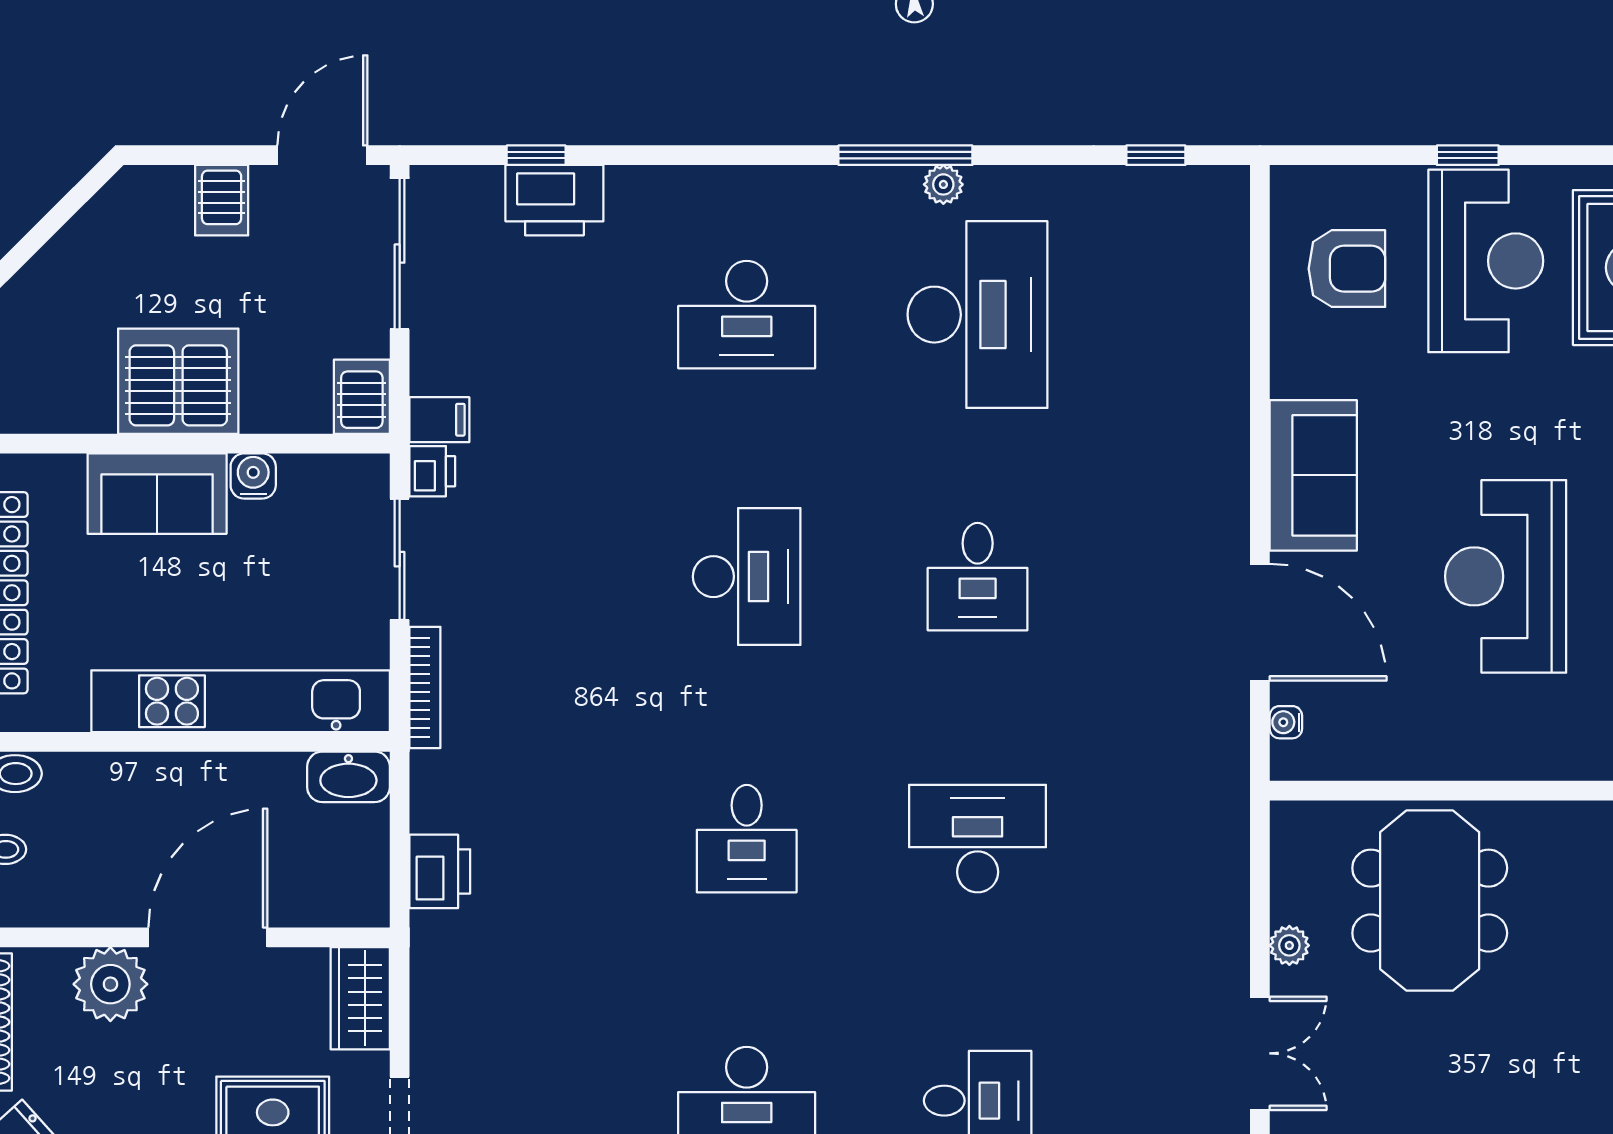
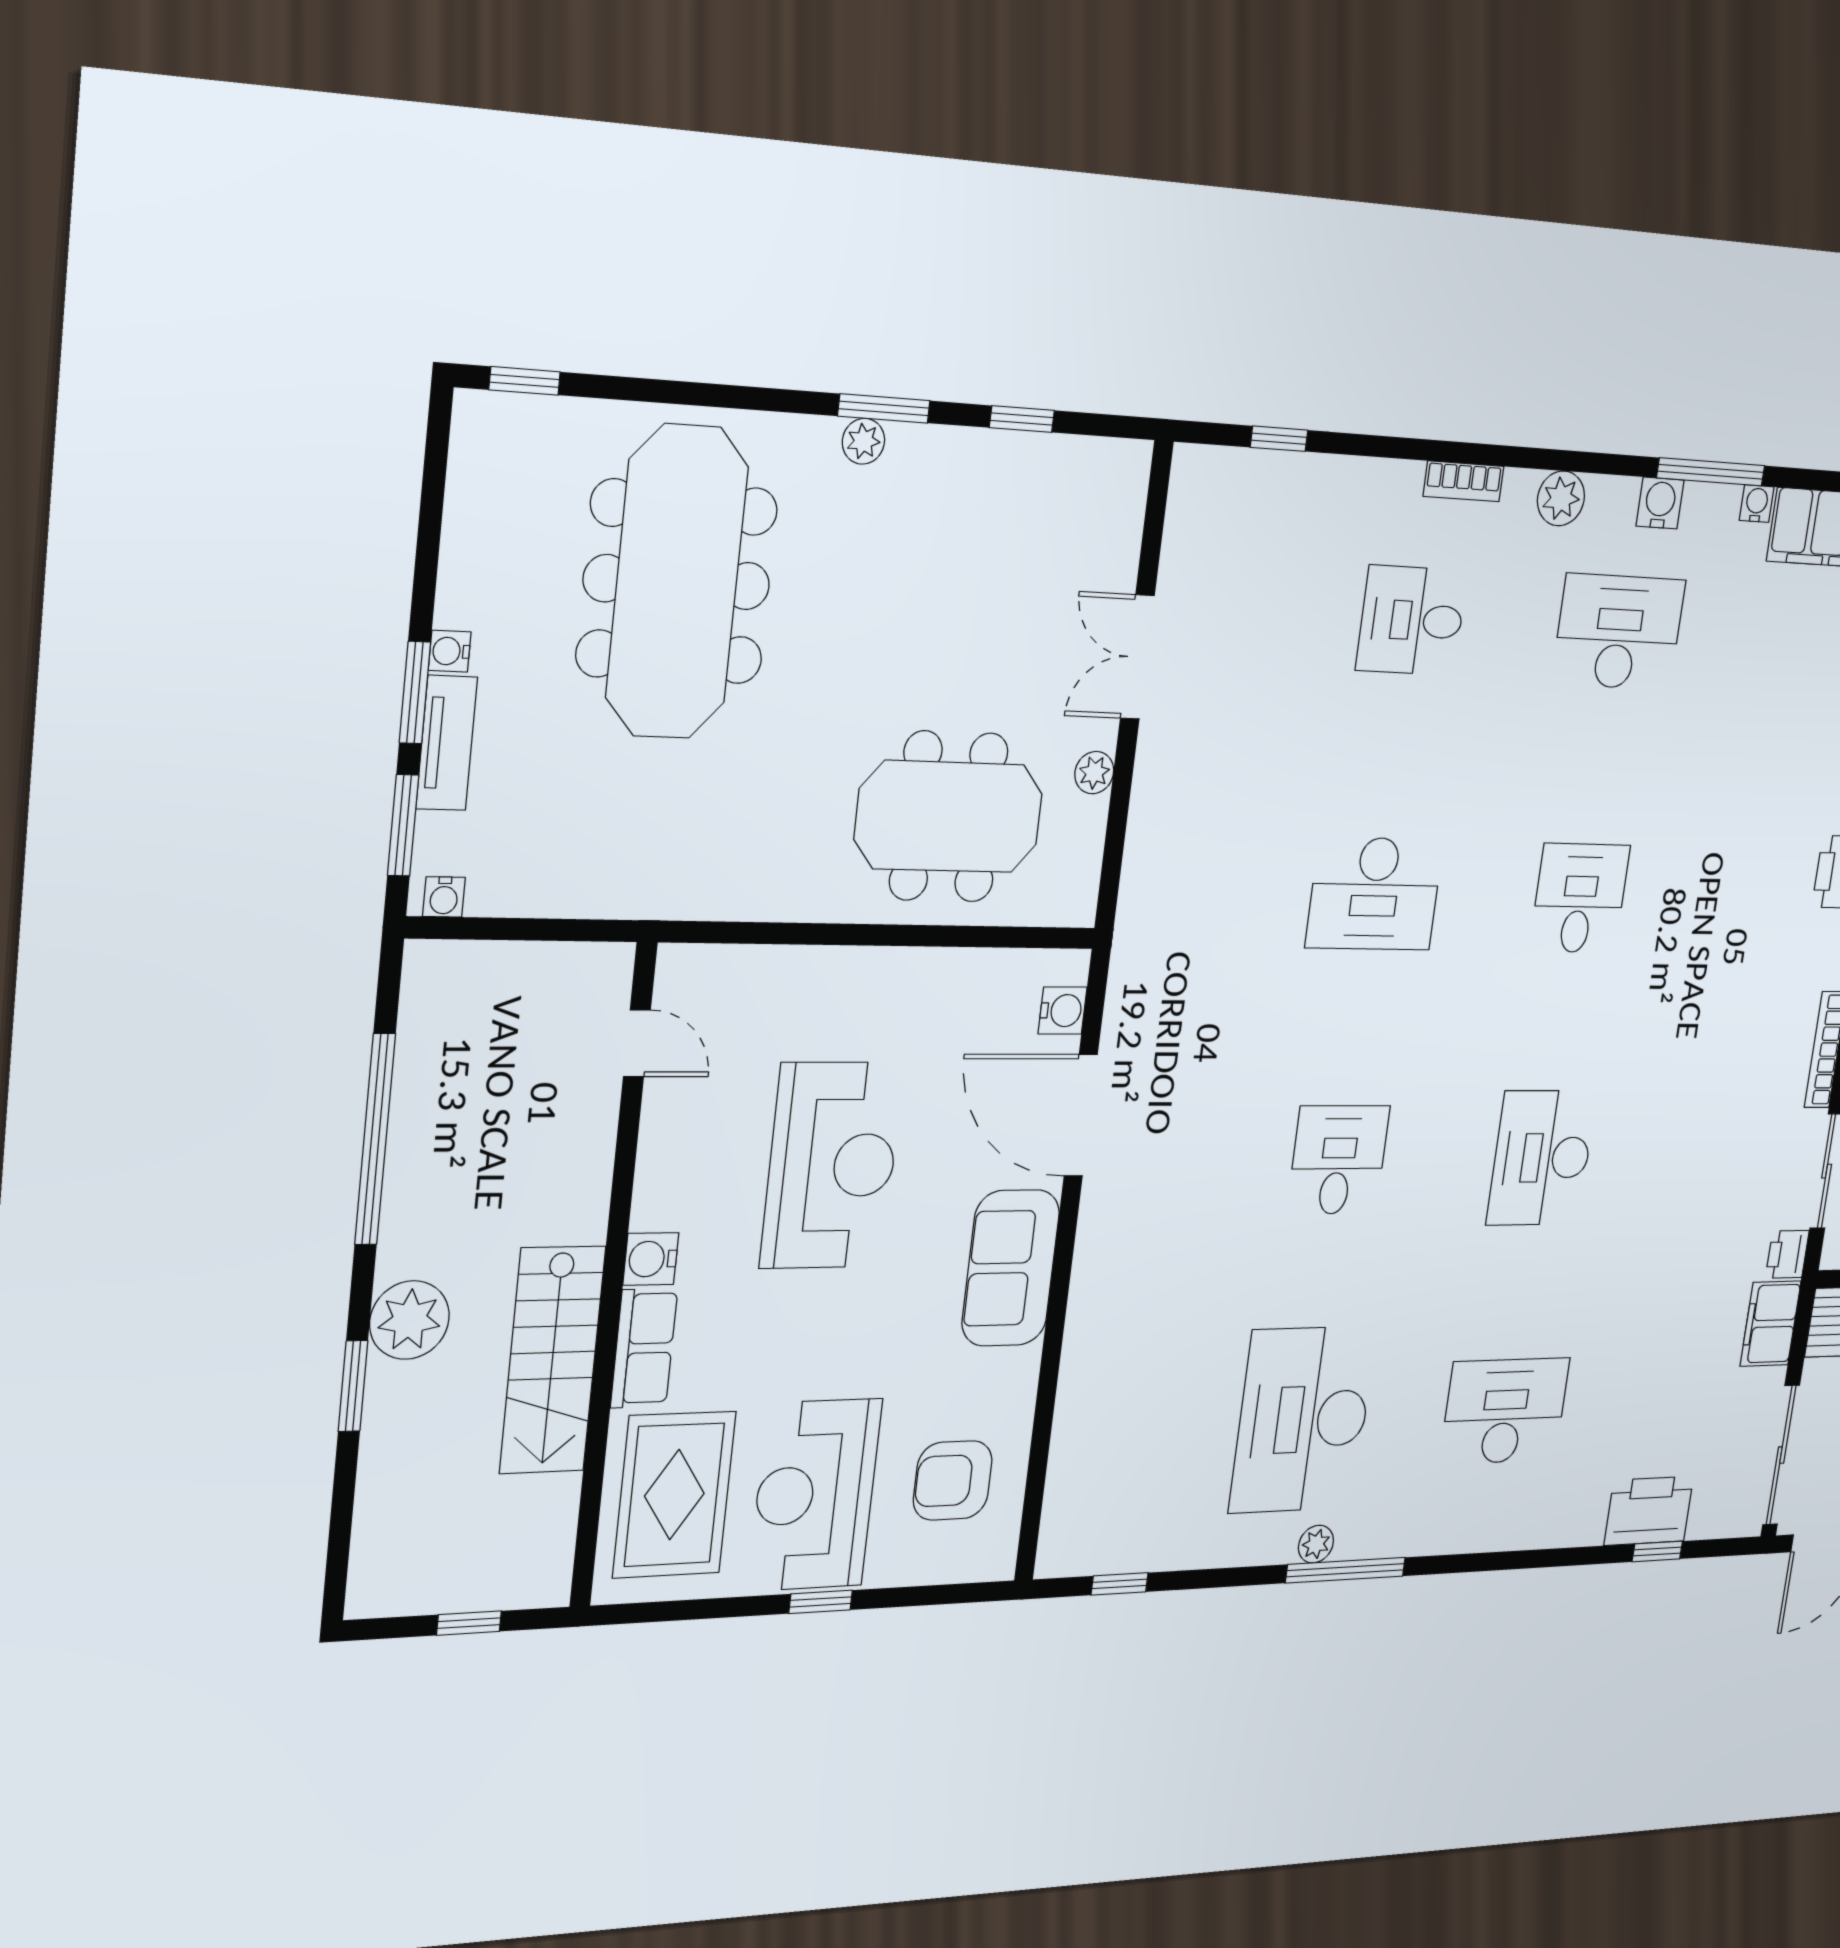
filing cabinet: (439, 420) -> (1771, 1324), width x2.00
water cooler: (1286, 722) -> (1063, 1011), width x1.38, depth x1.38
meeting table: (1430, 901) -> (949, 817), turned 90

